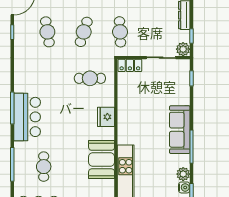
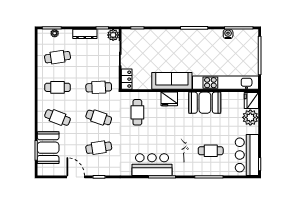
bar counter: (27, 117) -> (152, 165), moved
sofa: (180, 130) -> (172, 81), moved, turned 180
plant: (183, 174) -> (217, 35), removed

